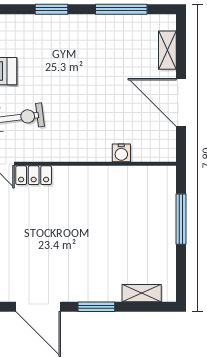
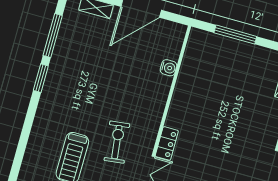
window: (52, 9) -> (41, 78), moved

